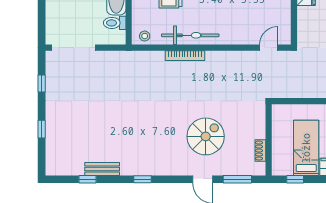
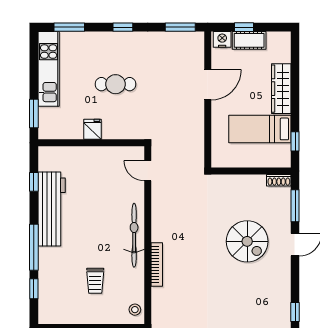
bicycle: (190, 35) -> (134, 235), moved
spiral stairs: (206, 136) -> (247, 241), turned 180
shoe rack: (260, 151) -> (279, 180), moved

